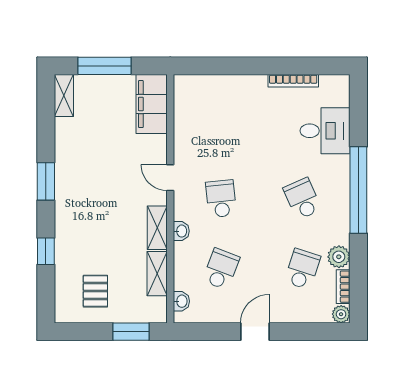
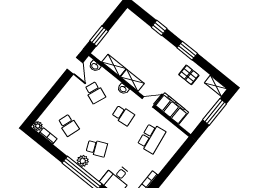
filing cabinet: (152, 104) -> (172, 109), moved
school desk: (221, 128) -> (151, 138), added
plant: (339, 257) -> (83, 161), moved
pallet: (95, 291) -> (189, 75), moved
door: (255, 332) -> (75, 66), moved

